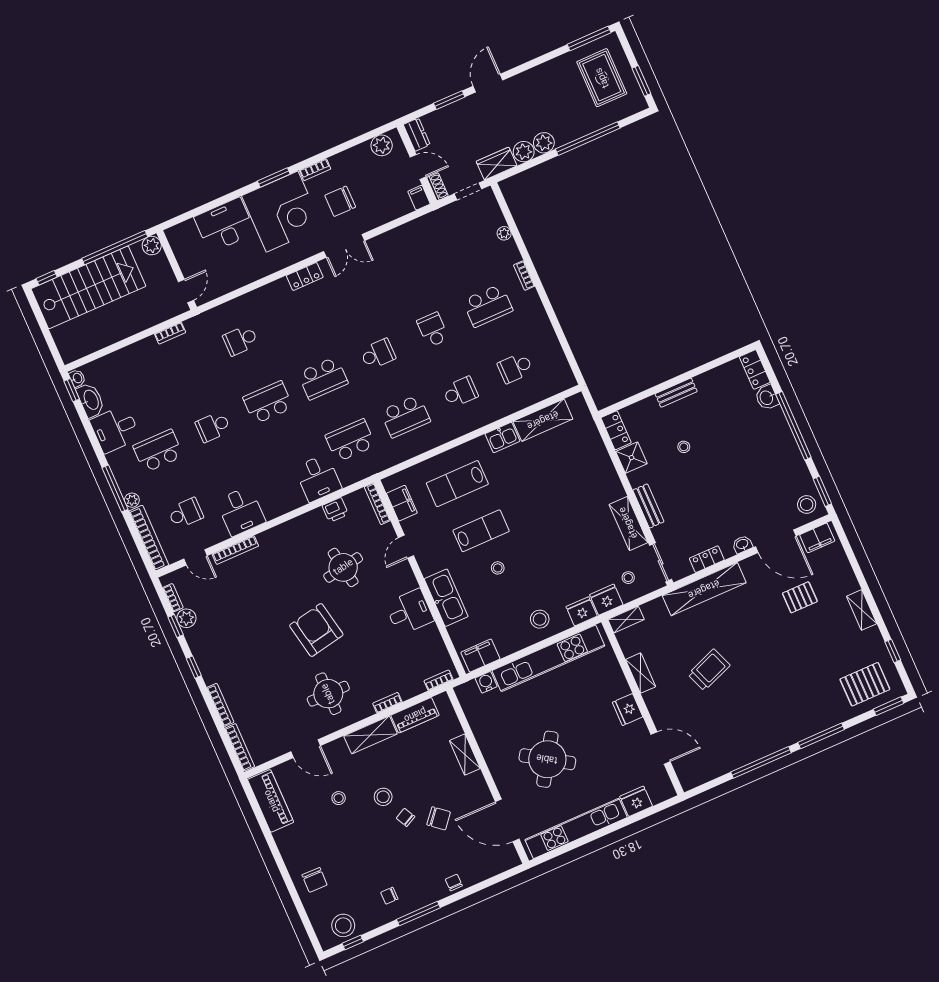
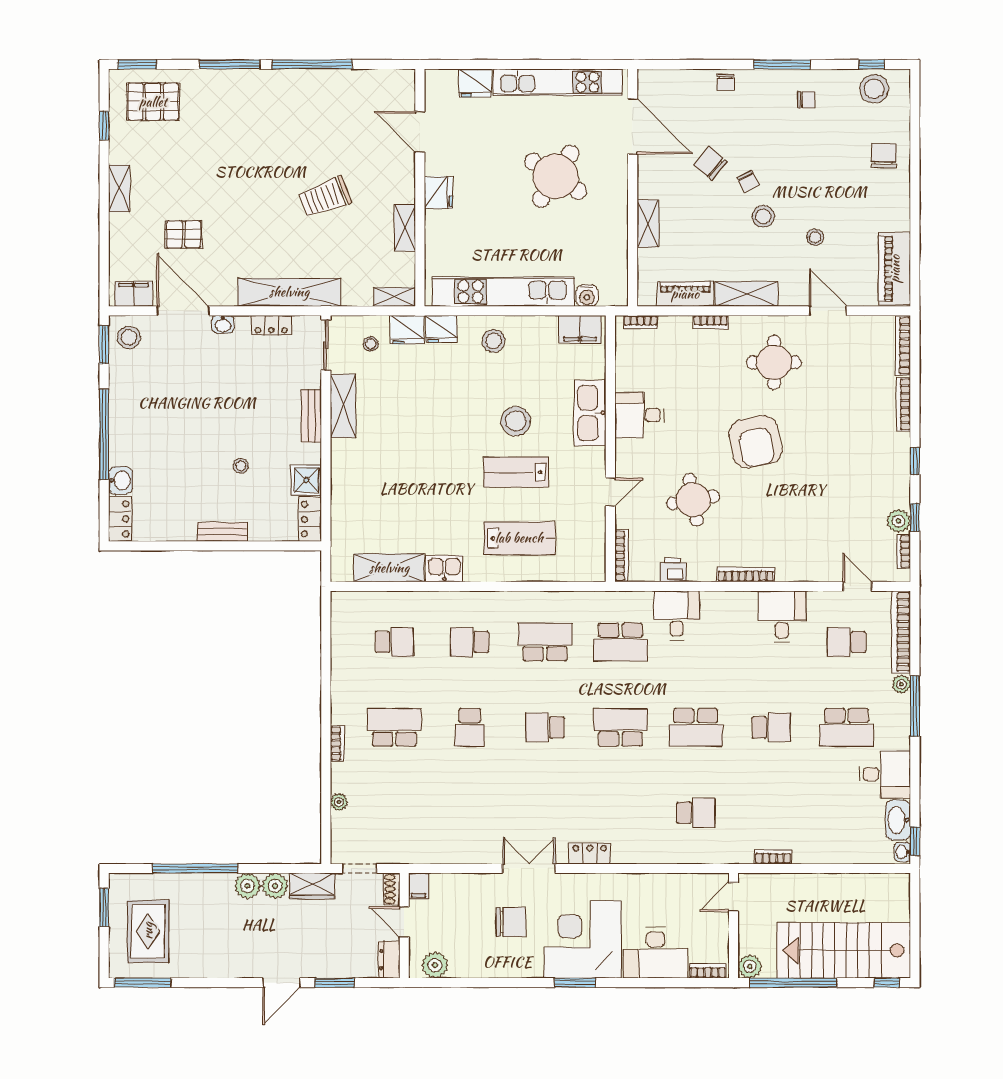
bookcase: (315, 170) -> (708, 971), moved
filing cabinet: (402, 503) -> (593, 544), removed
bookcase: (235, 550) -> (746, 574), moved
stool: (498, 568) -> (516, 421), width x1.89, depth x1.89

